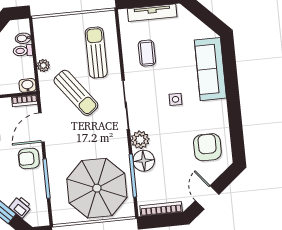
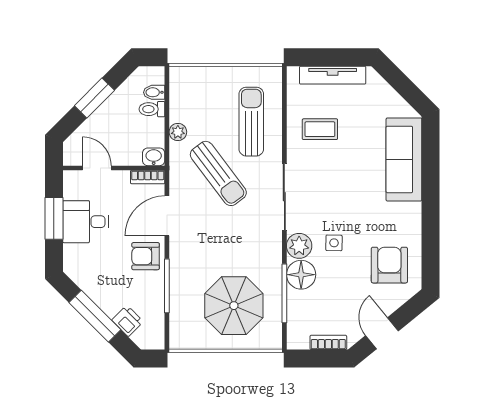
coffee table: (147, 53) -> (320, 129), turned 90
side table: (176, 99) -> (334, 243), moved
parasol: (97, 188) -> (234, 306), width x0.73, depth x0.73
bookcase: (161, 209) -> (328, 342), width x0.64

